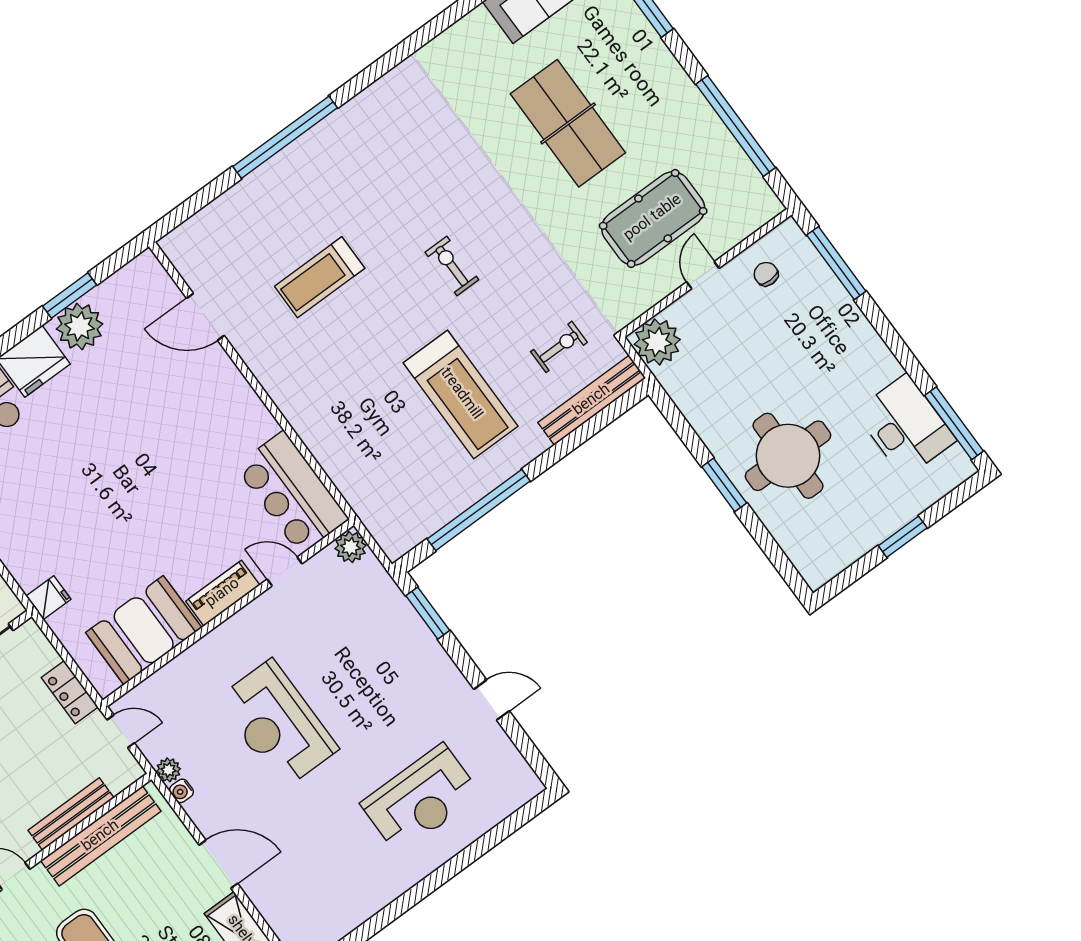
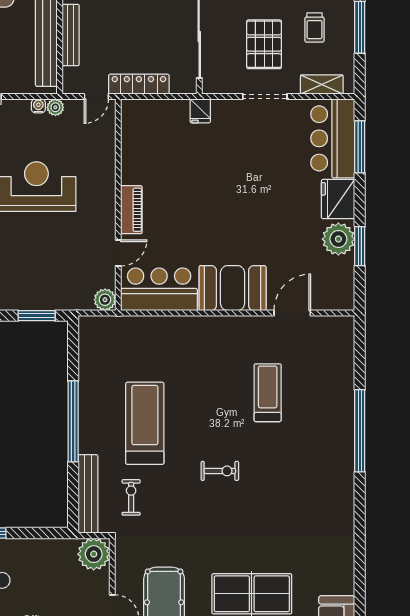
exercise bike: (559, 347) -> (131, 497), turned 180
treadmill: (461, 394) -> (145, 423), turned 90
window: (479, 510) -> (73, 421), moved
booth: (144, 630) -> (233, 288), moved, turned 90
locker: (70, 692) -> (139, 84), width x1.53

